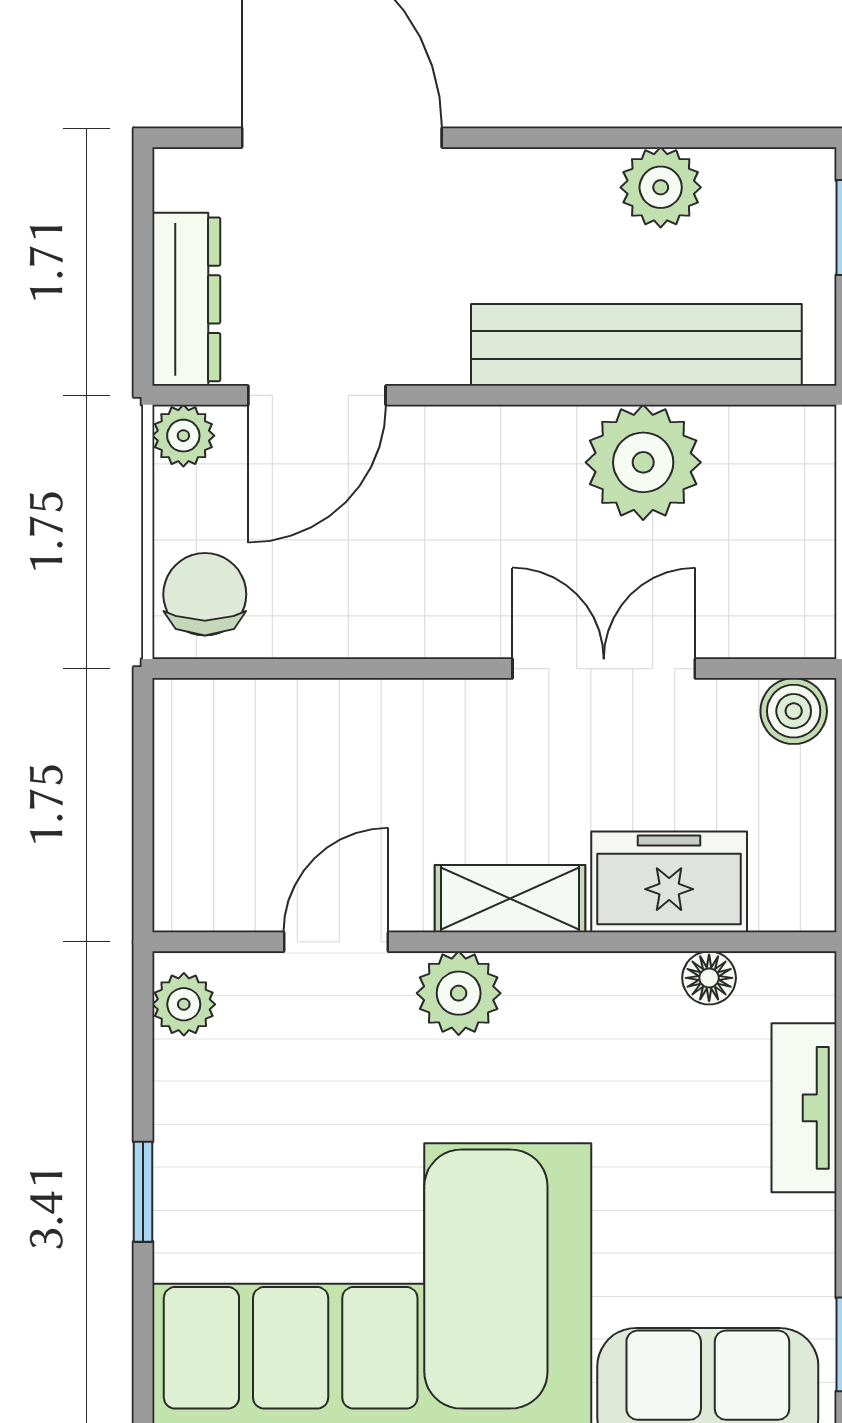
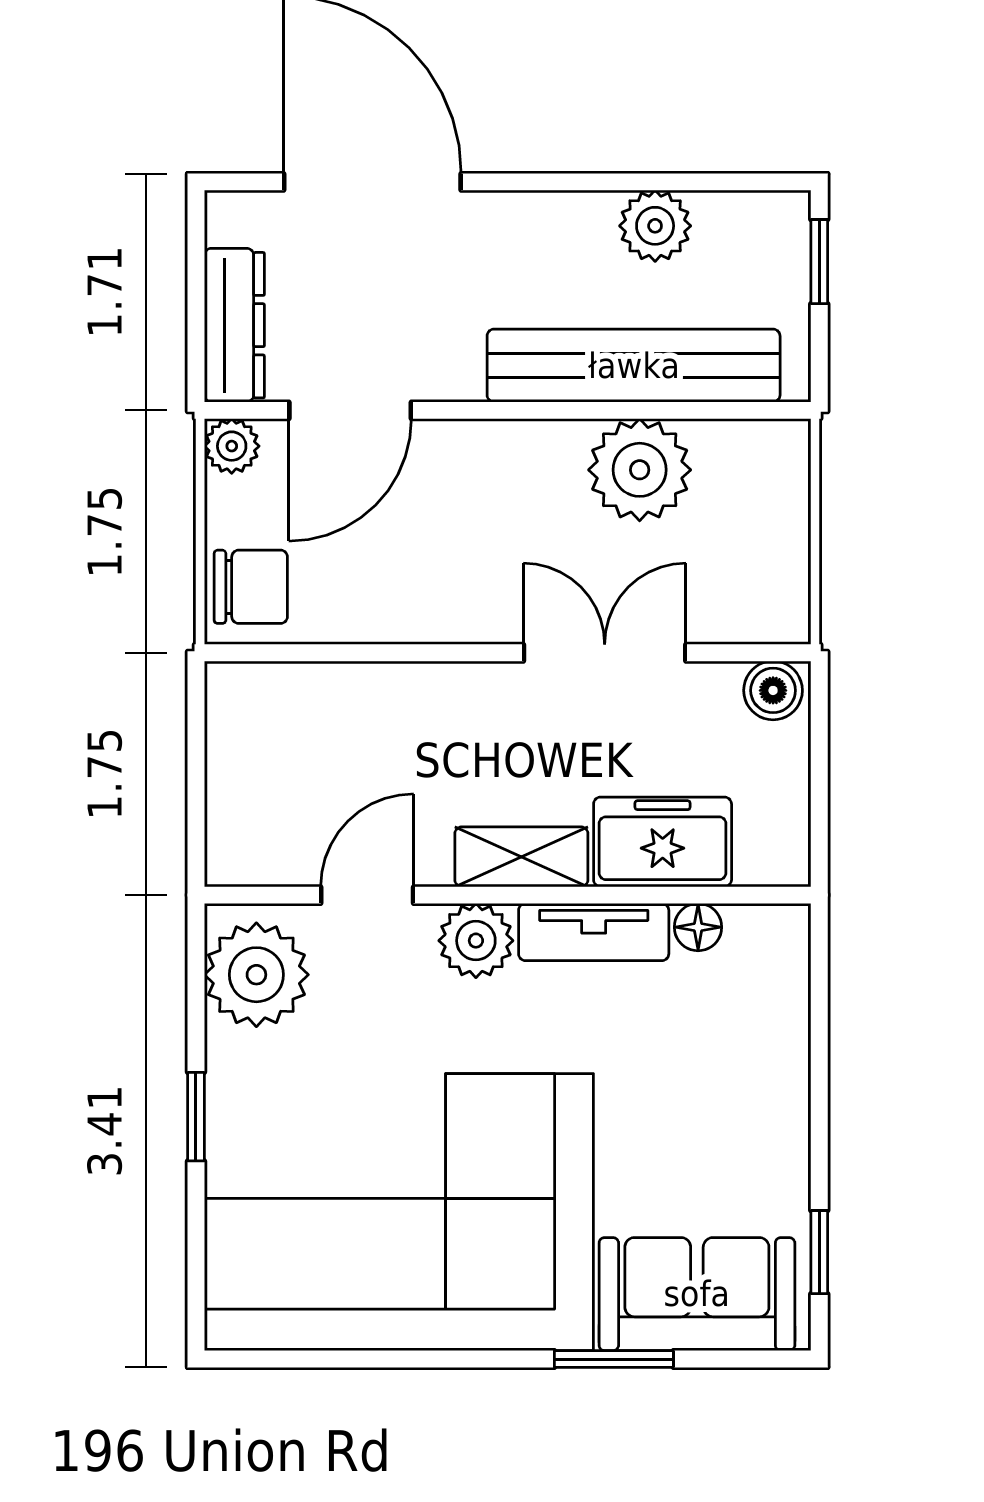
chair: (205, 594) -> (251, 587), turned 90
plant: (184, 1004) -> (256, 975), width x1.87, depth x1.87
tv unit: (804, 1108) -> (594, 932), moved, turned -90

